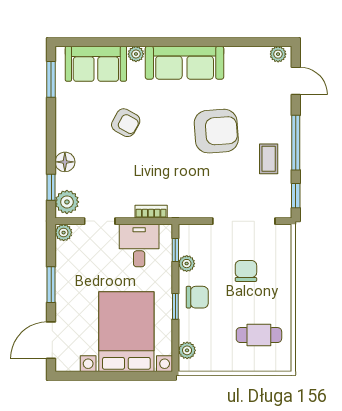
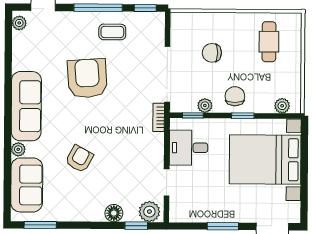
bookcase: (151, 212) -> (159, 117), moved
doorway: (244, 221) -> (167, 74), moved
plant: (64, 233) -> (177, 215), removed

